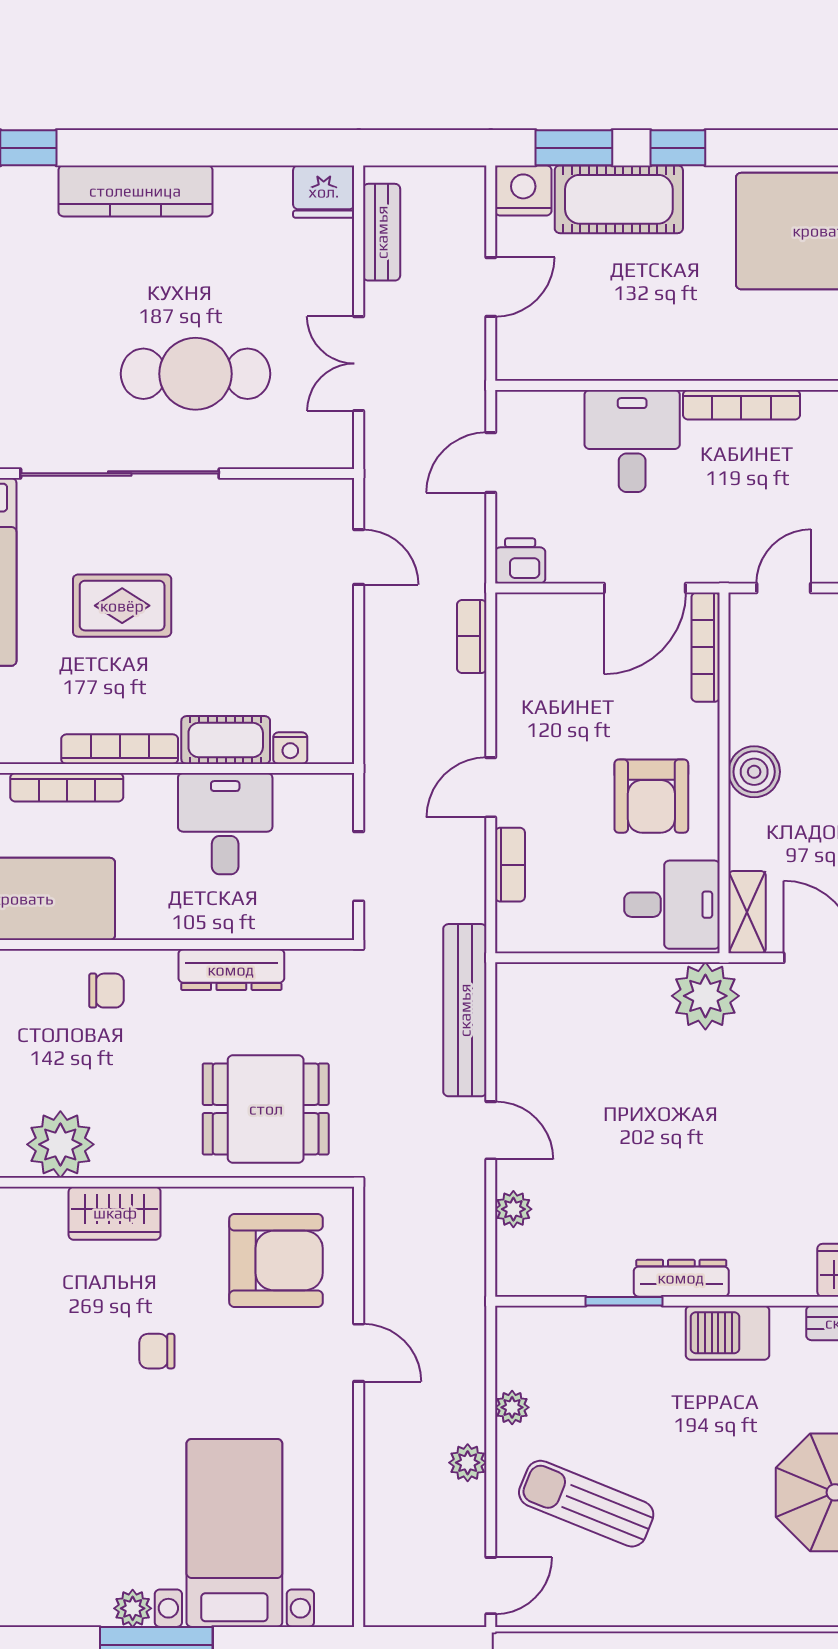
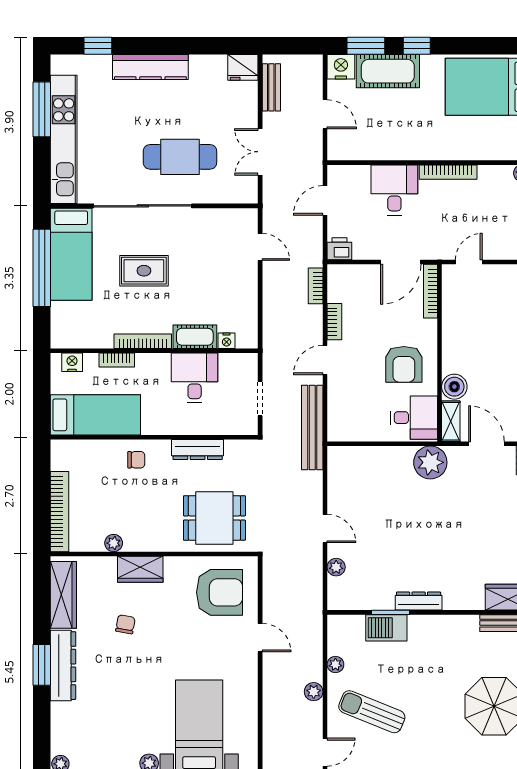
door: (491, 287) -> (325, 114), hinge flipped
boiler: (754, 772) -> (454, 387), moved
bookcase: (67, 787) -> (117, 360), width x0.64
bookcase: (510, 865) -> (334, 322), moved
bench: (465, 1010) -> (312, 427), moved
plant: (60, 1144) -> (114, 543), width x0.53, depth x0.53
barbecue: (727, 1333) -> (386, 628), moved
chair: (157, 1351) -> (125, 624), moved, turned 100

